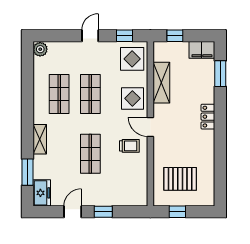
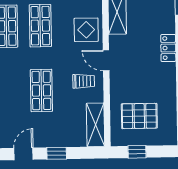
shelving: (140, 186) -> (96, 125), added

